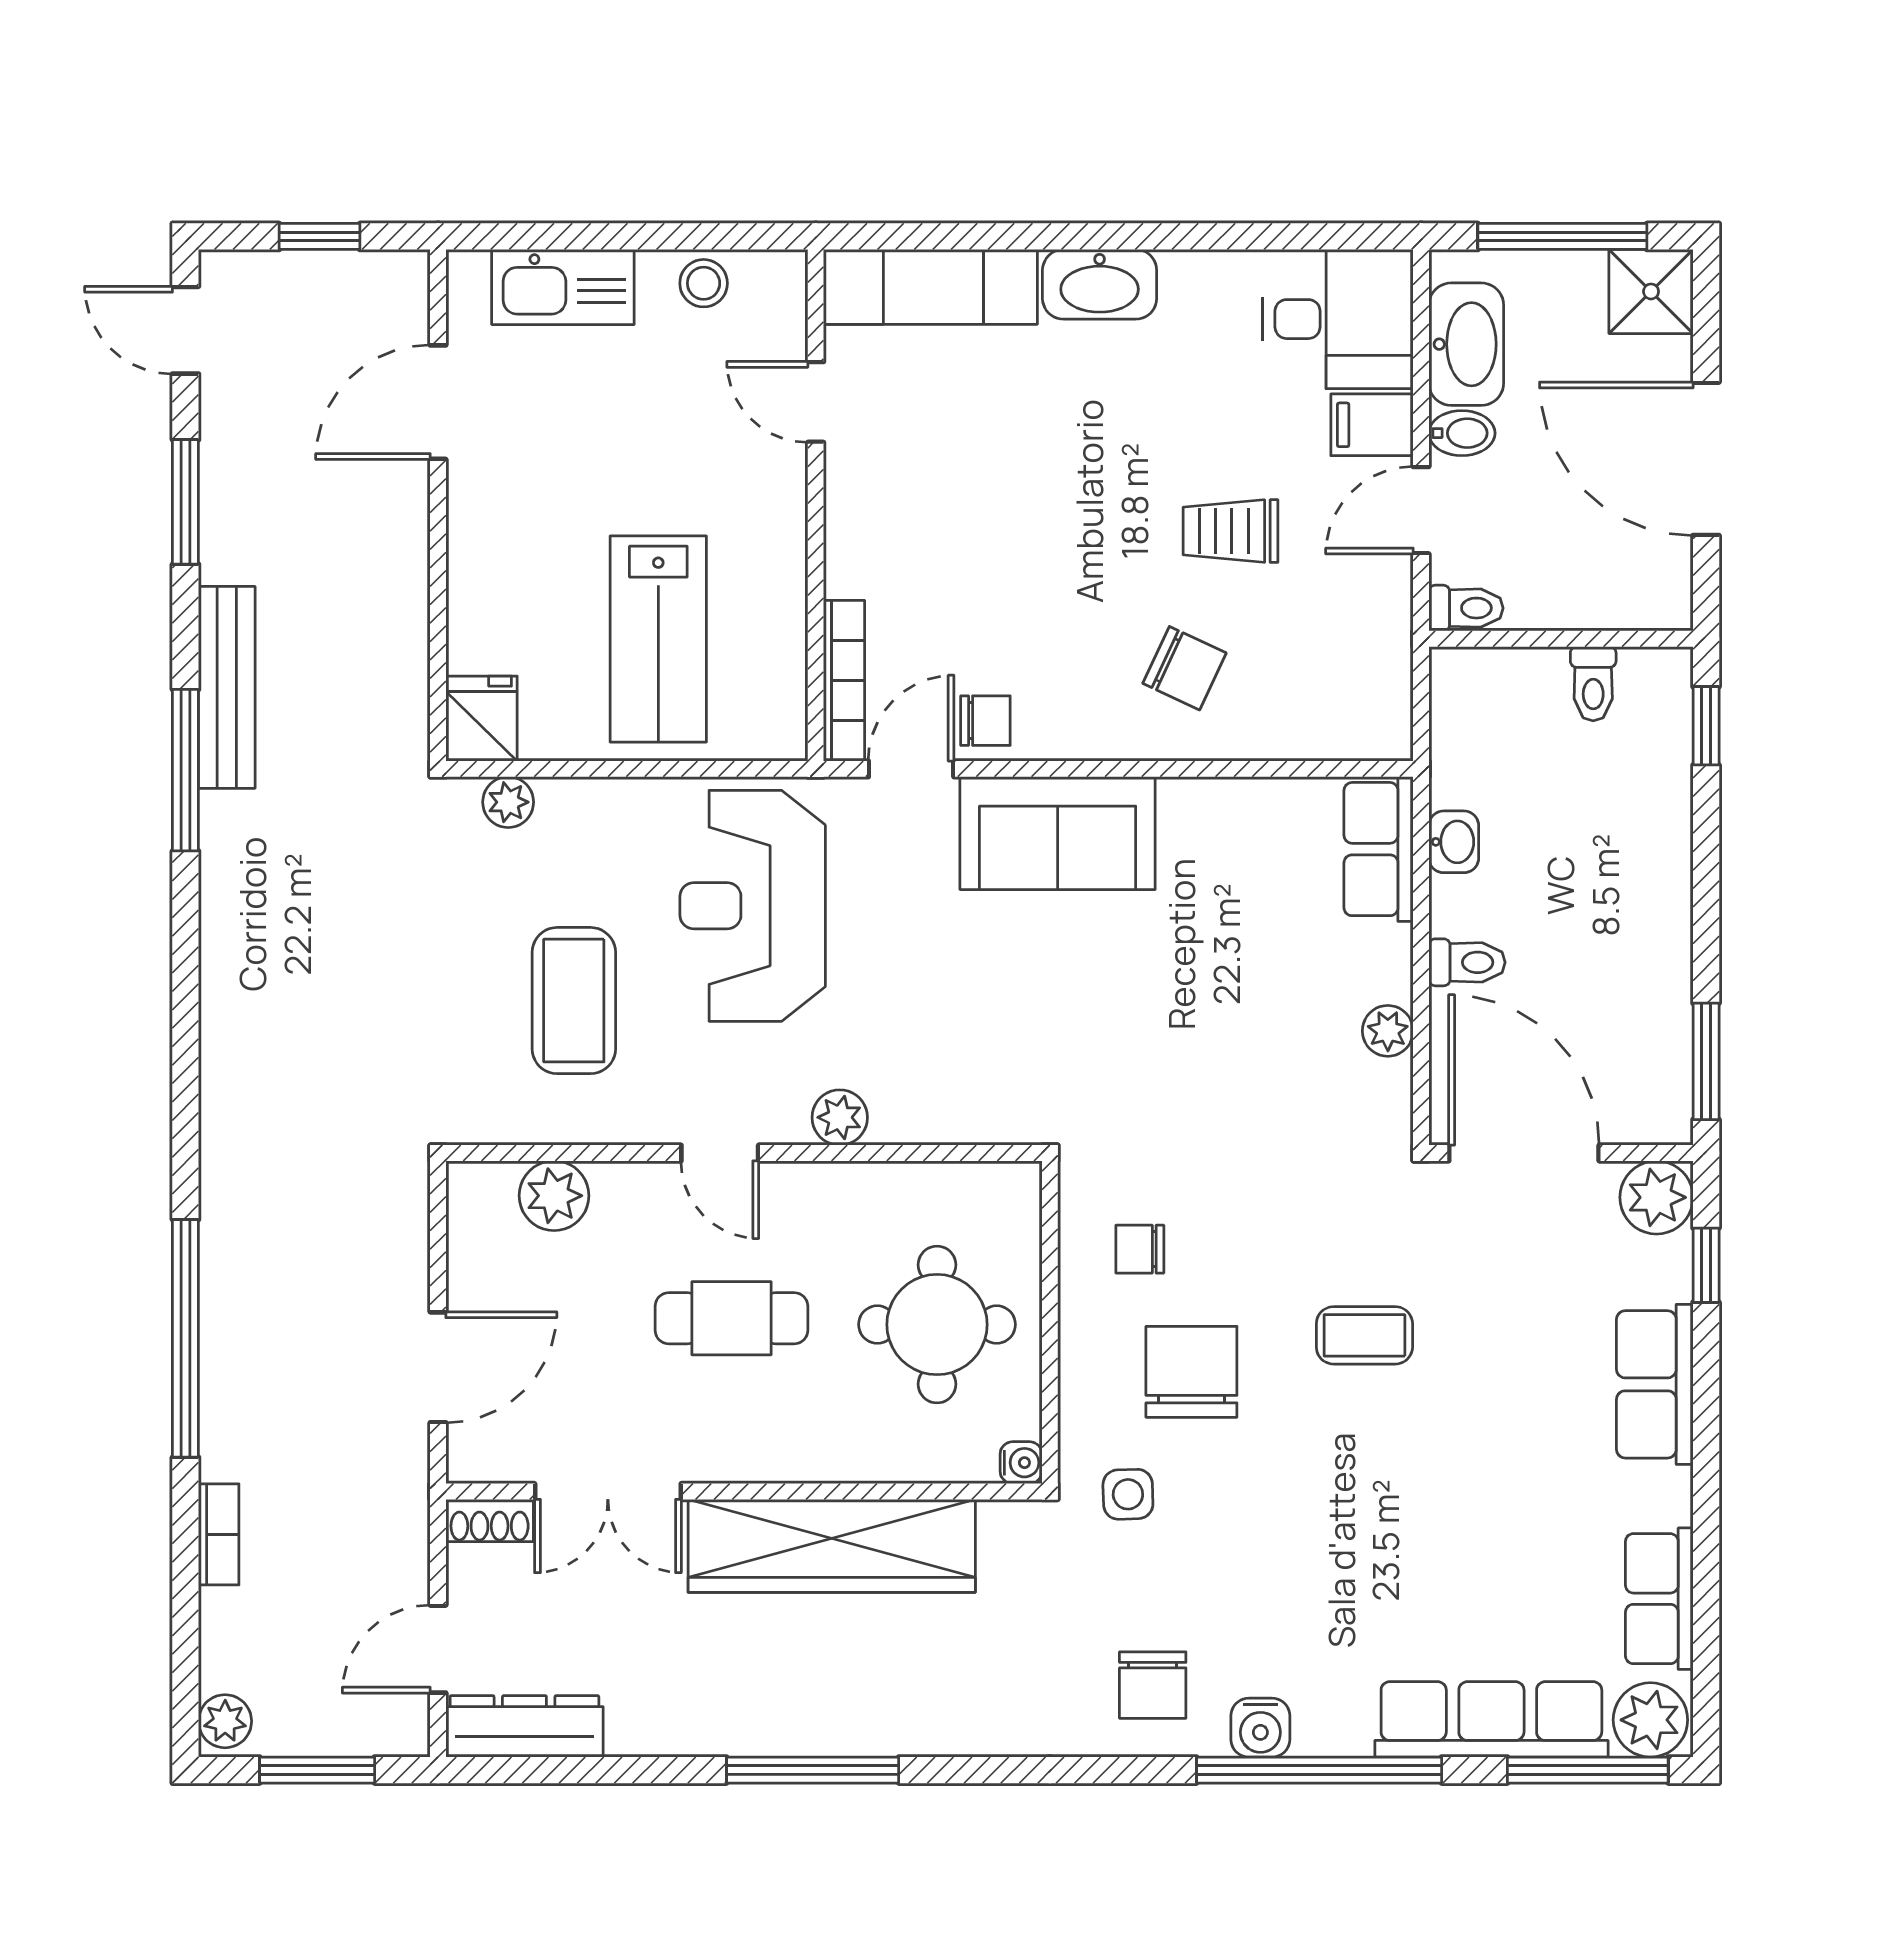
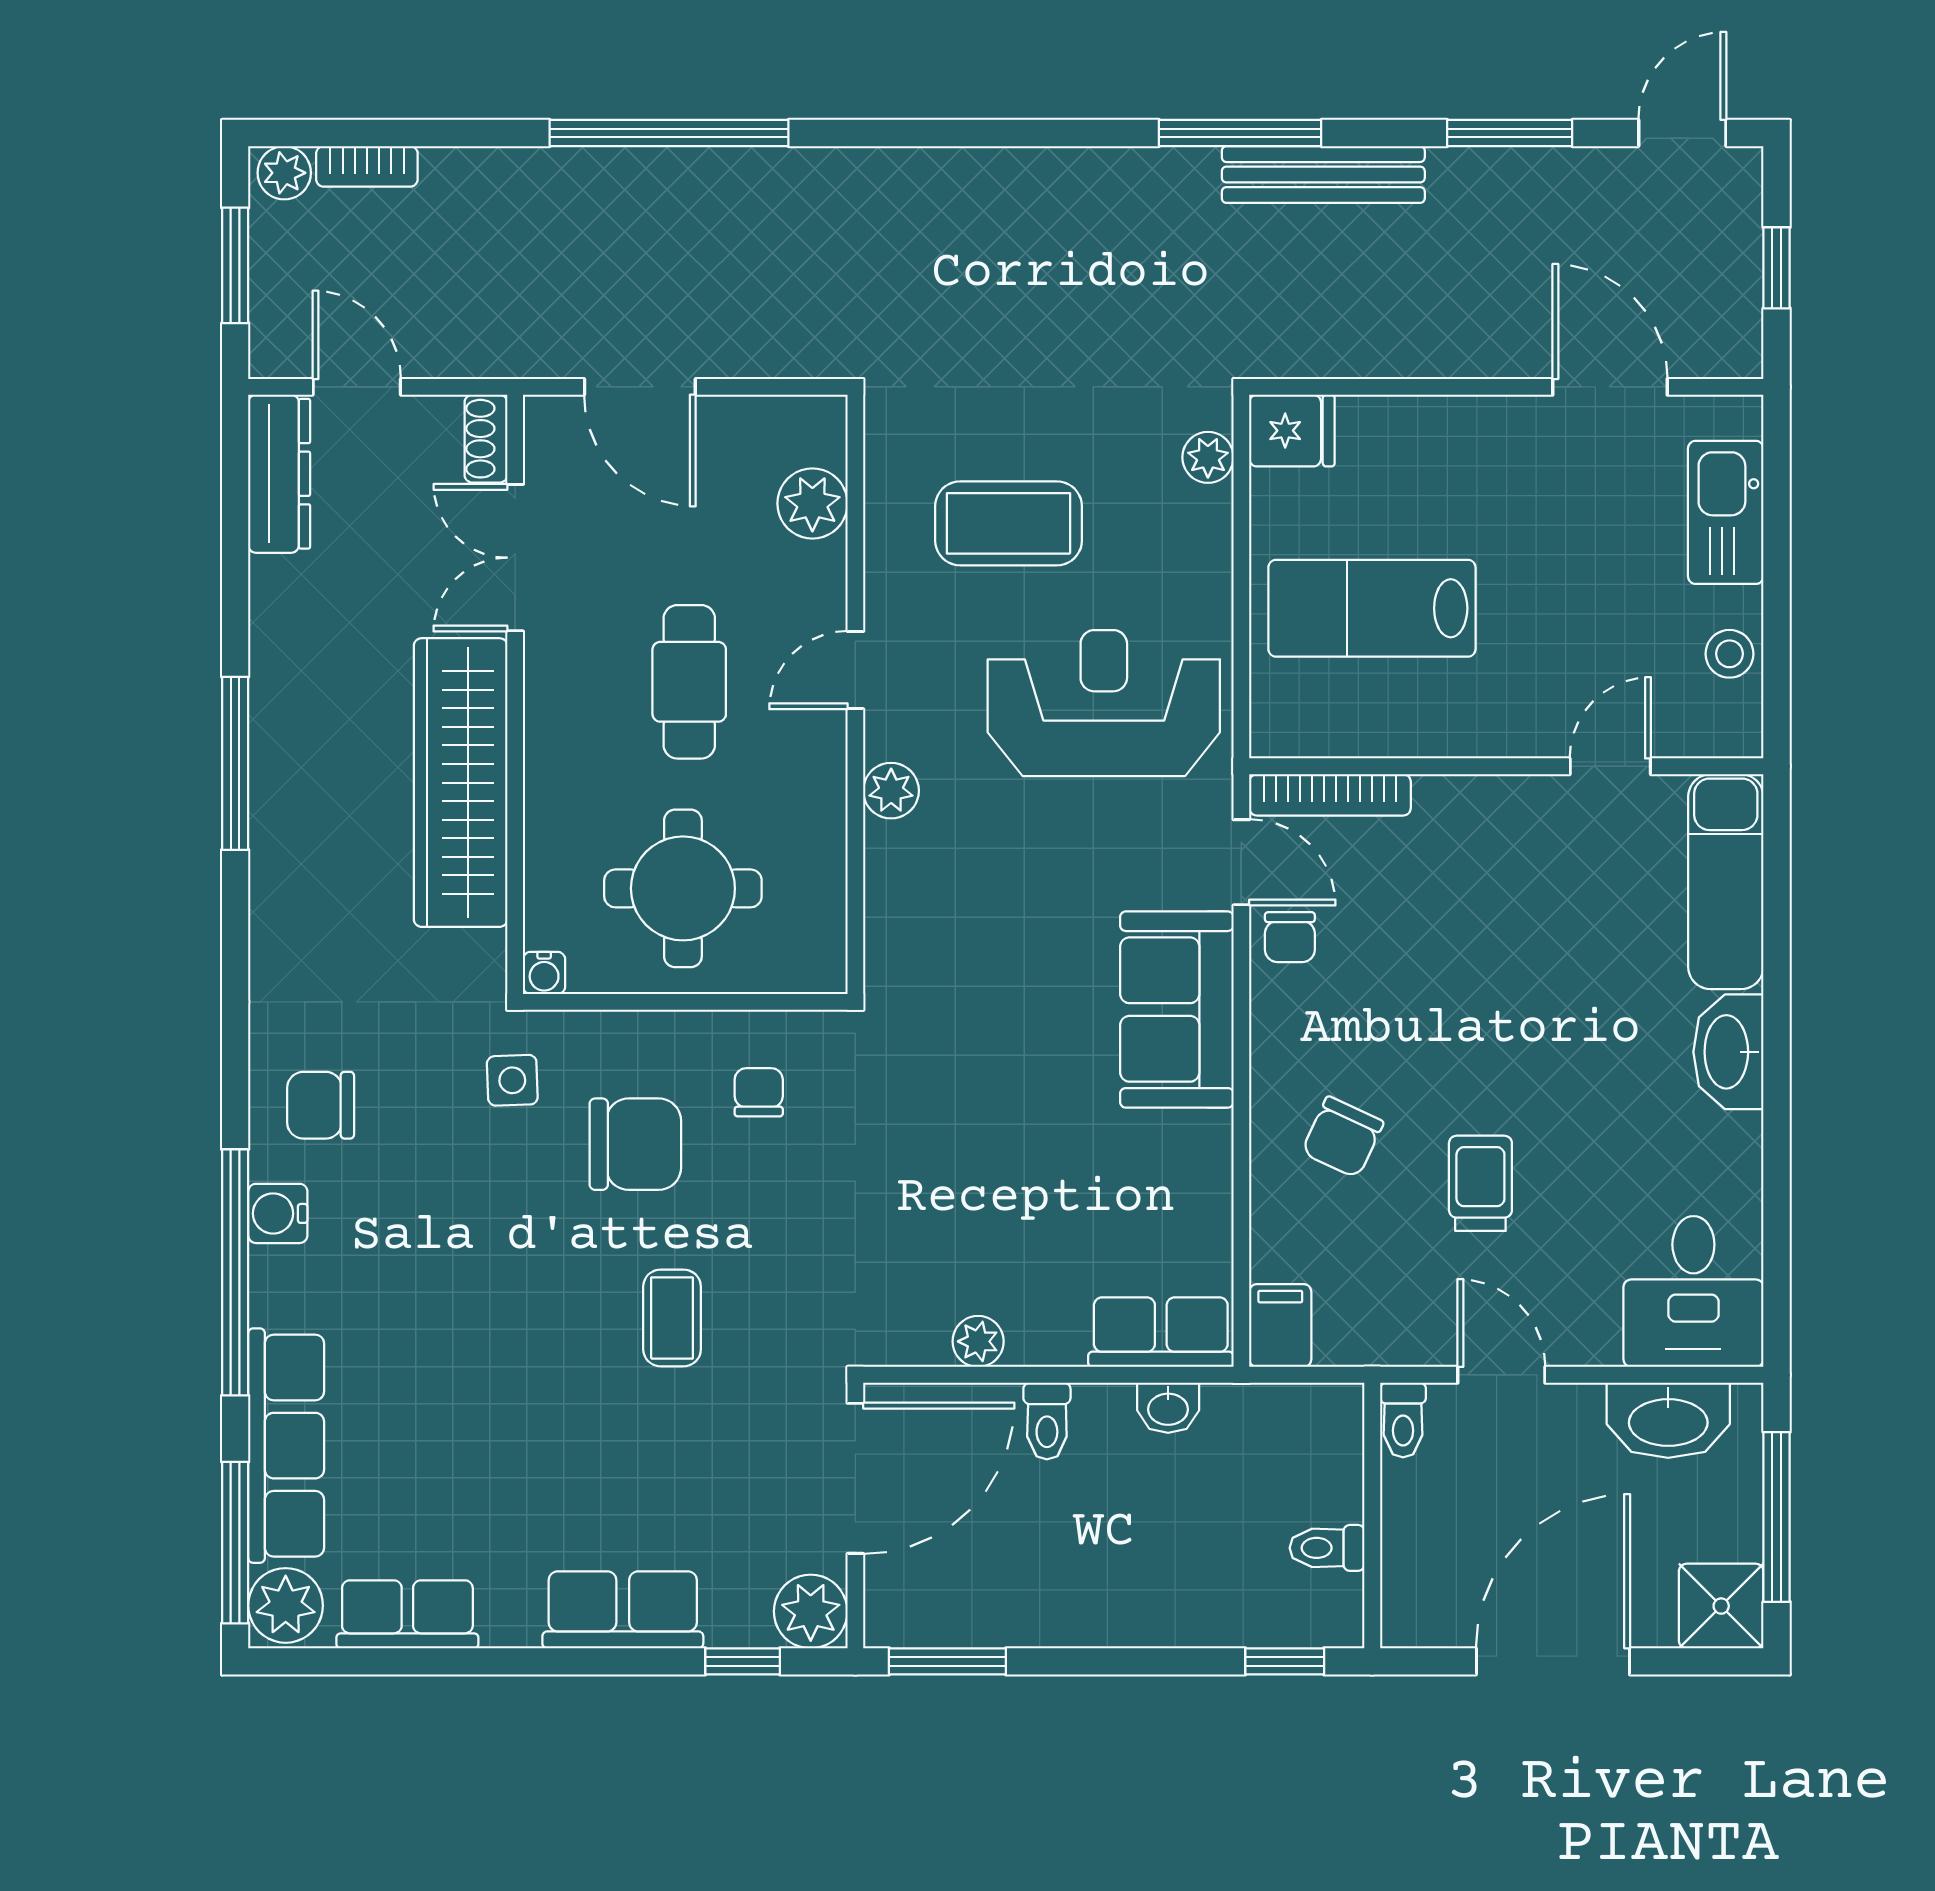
filing cabinet: (1372, 425) -> (1280, 1326), moved
bidet: (1462, 433) -> (1579, 1416), removed
bookcase: (219, 1534) -> (367, 166), moved

